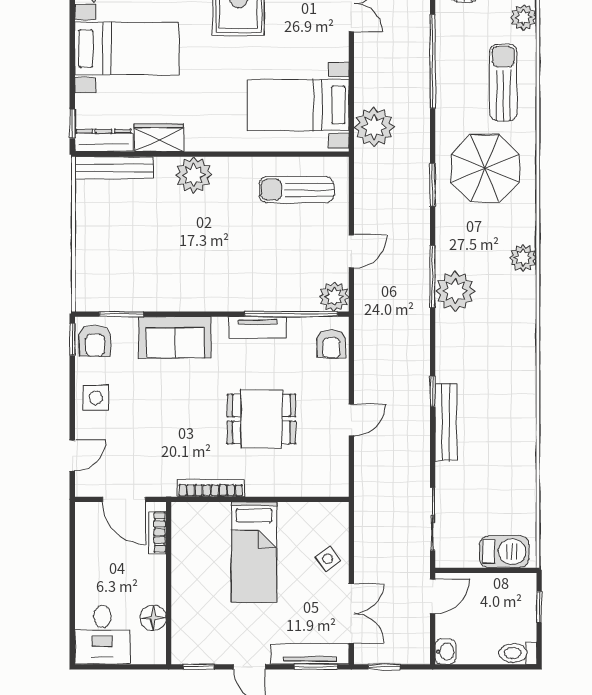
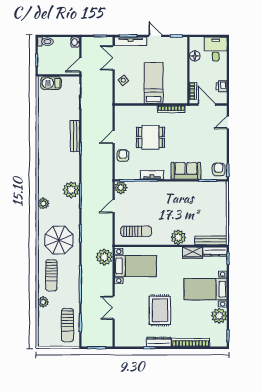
armchair: (331, 344) -> (123, 156), moved
side table: (96, 398) -> (218, 146), removed
printer: (88, 544) -> (222, 86), added

